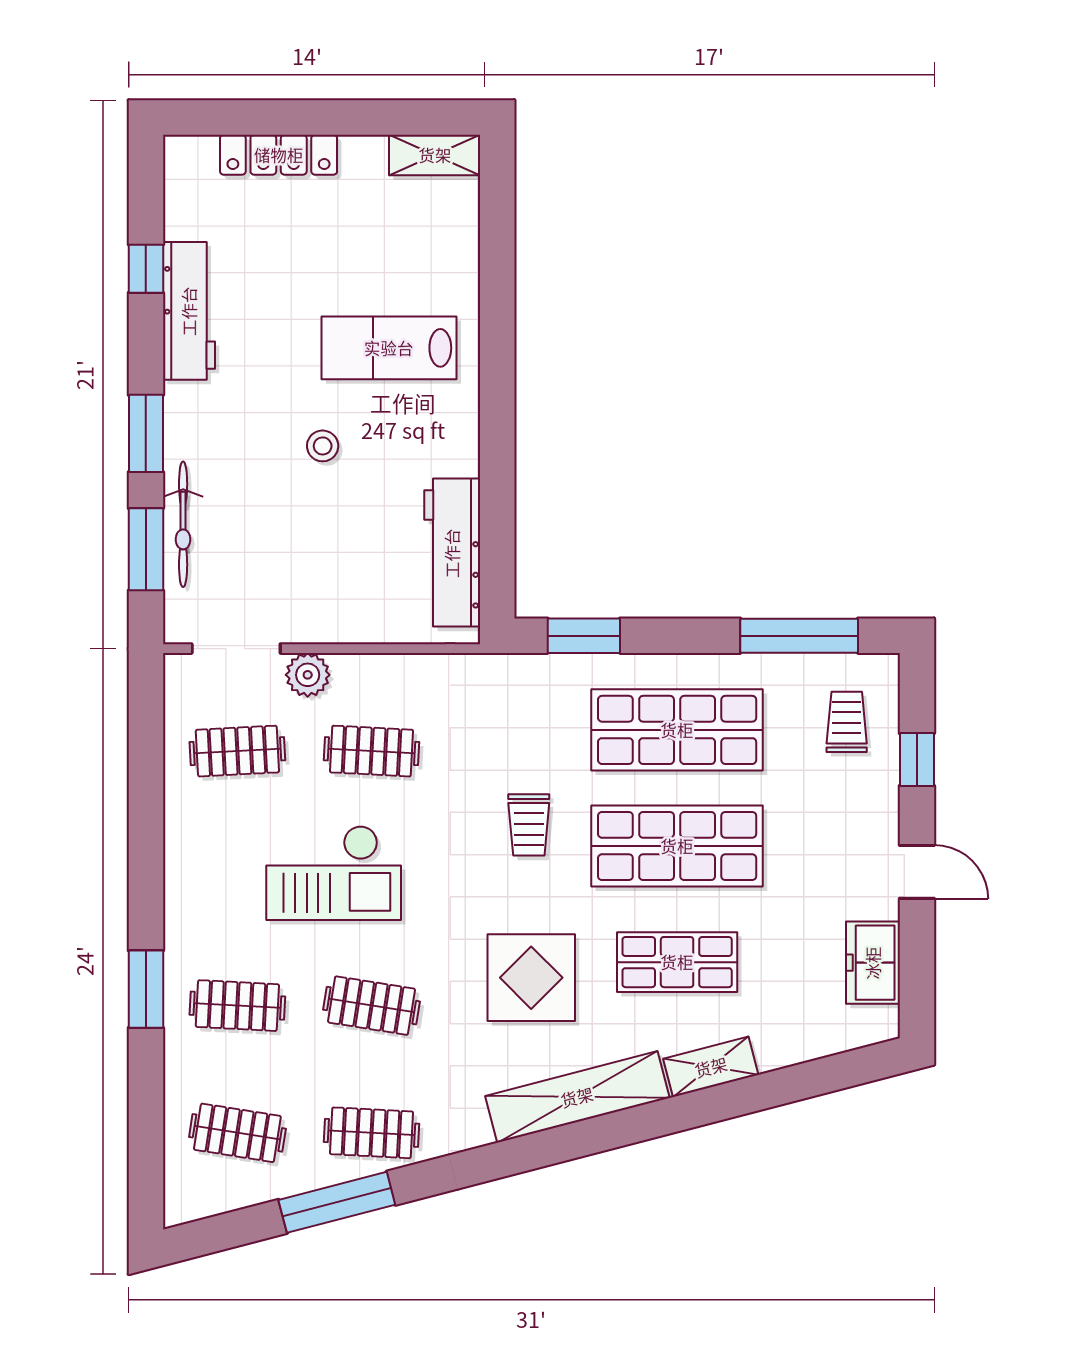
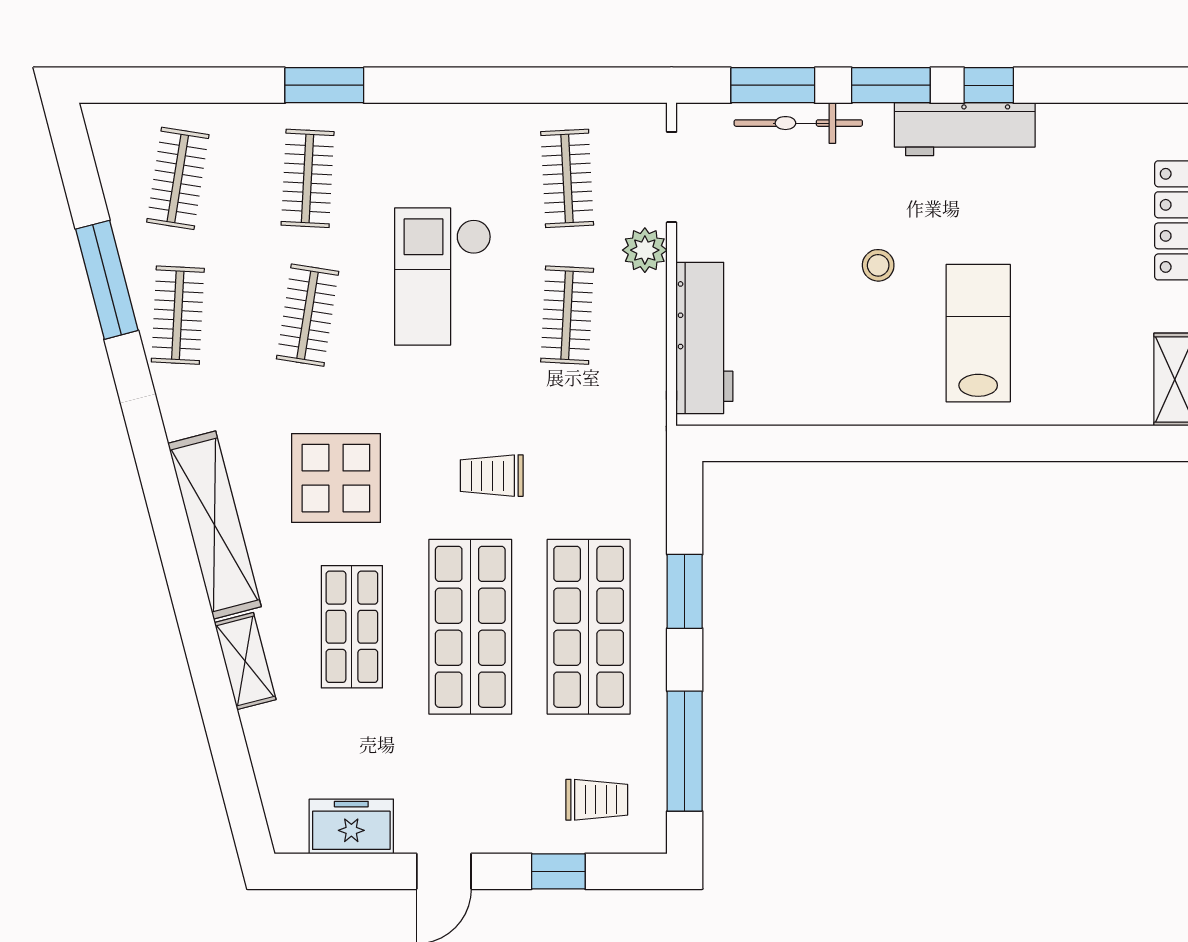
window: (146, 269) -> (989, 85), moved
workbench: (189, 311) -> (965, 129), moved
workbench: (452, 553) -> (704, 338), moved, turned 90
window: (584, 636) -> (685, 591), moved

